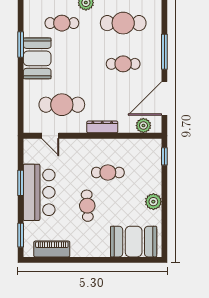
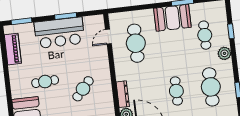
dresser: (102, 127) -> (123, 94), moved
cafe table: (108, 172) -> (83, 89), turned 42
cafe table: (87, 206) -> (45, 82), moved

